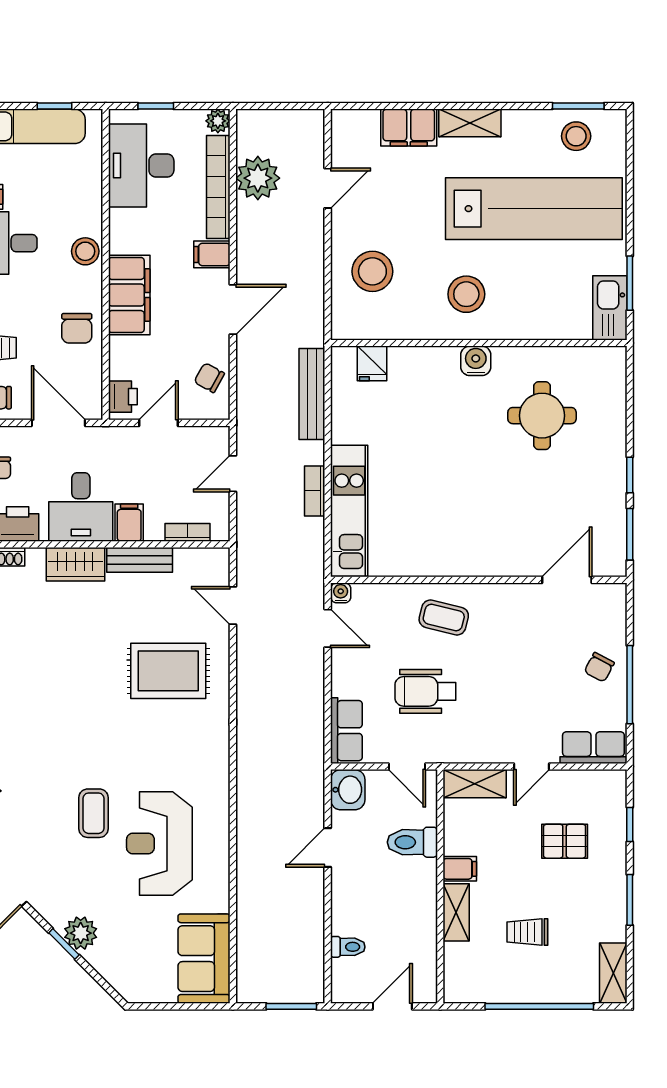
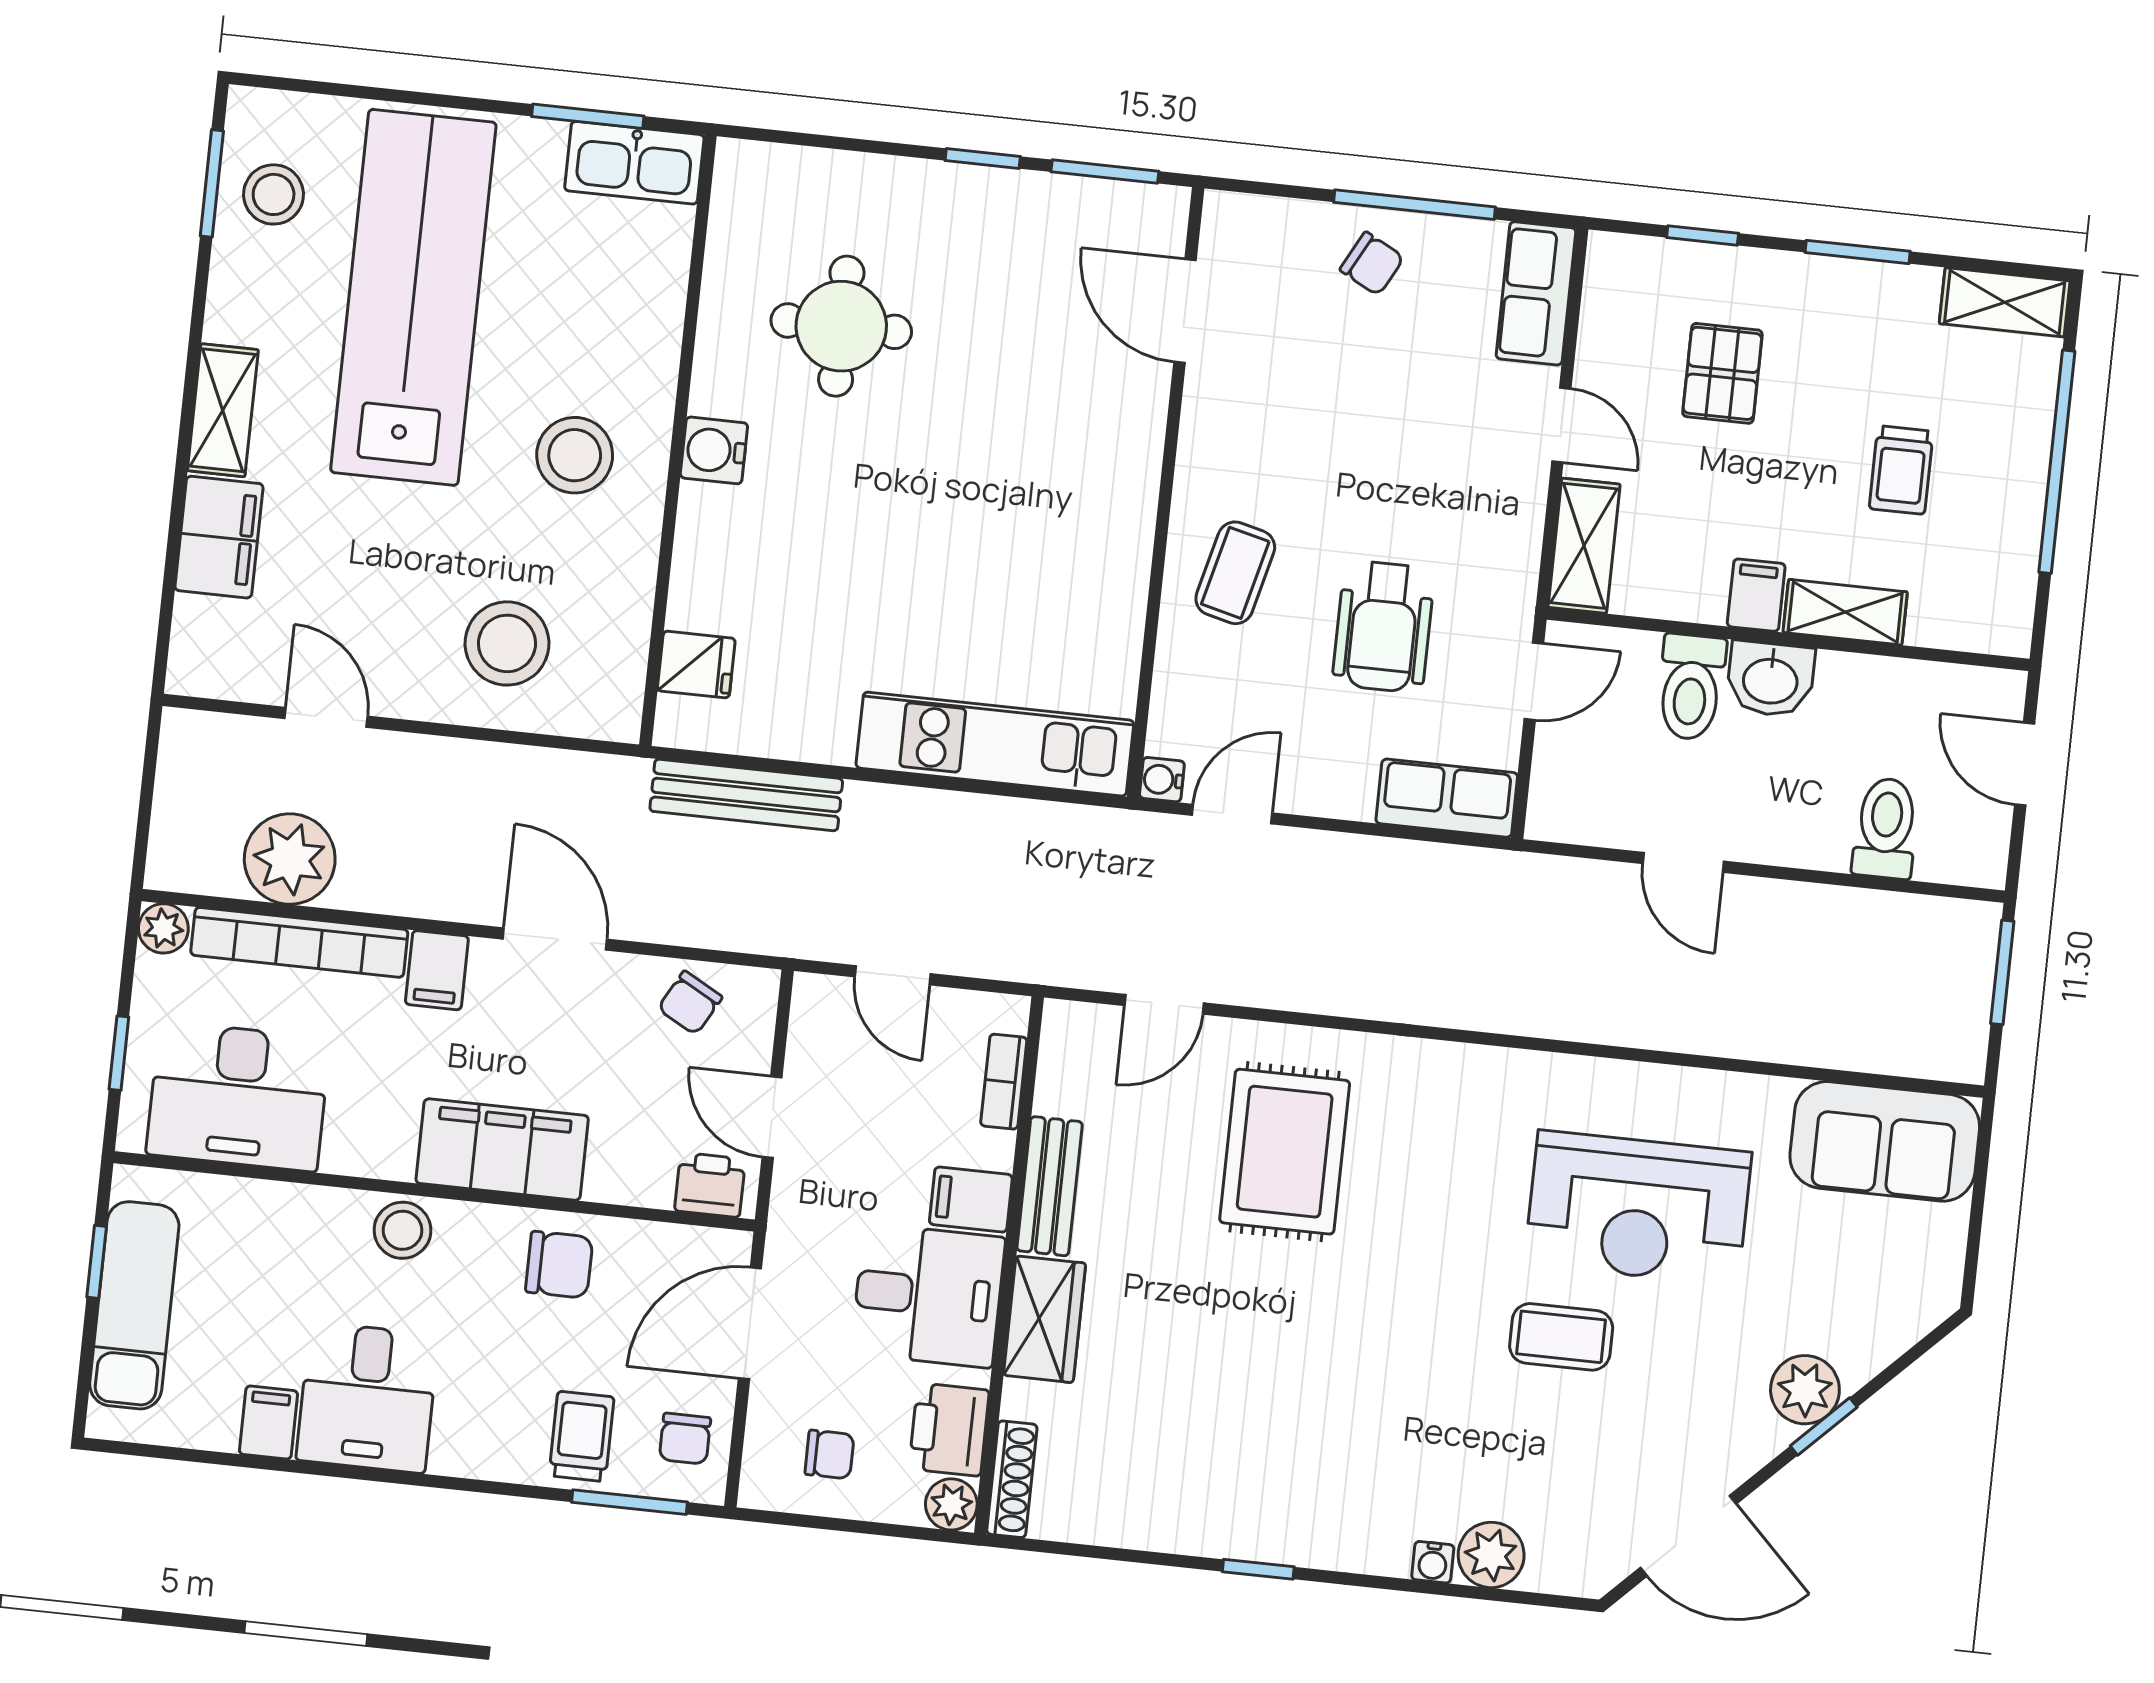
bookcase: (315, 491) -> (946, 811), removed
washbasin: (348, 790) -> (1770, 679), moved, turned 180
toilet: (348, 947) -> (1886, 828), width x1.37, depth x1.39

